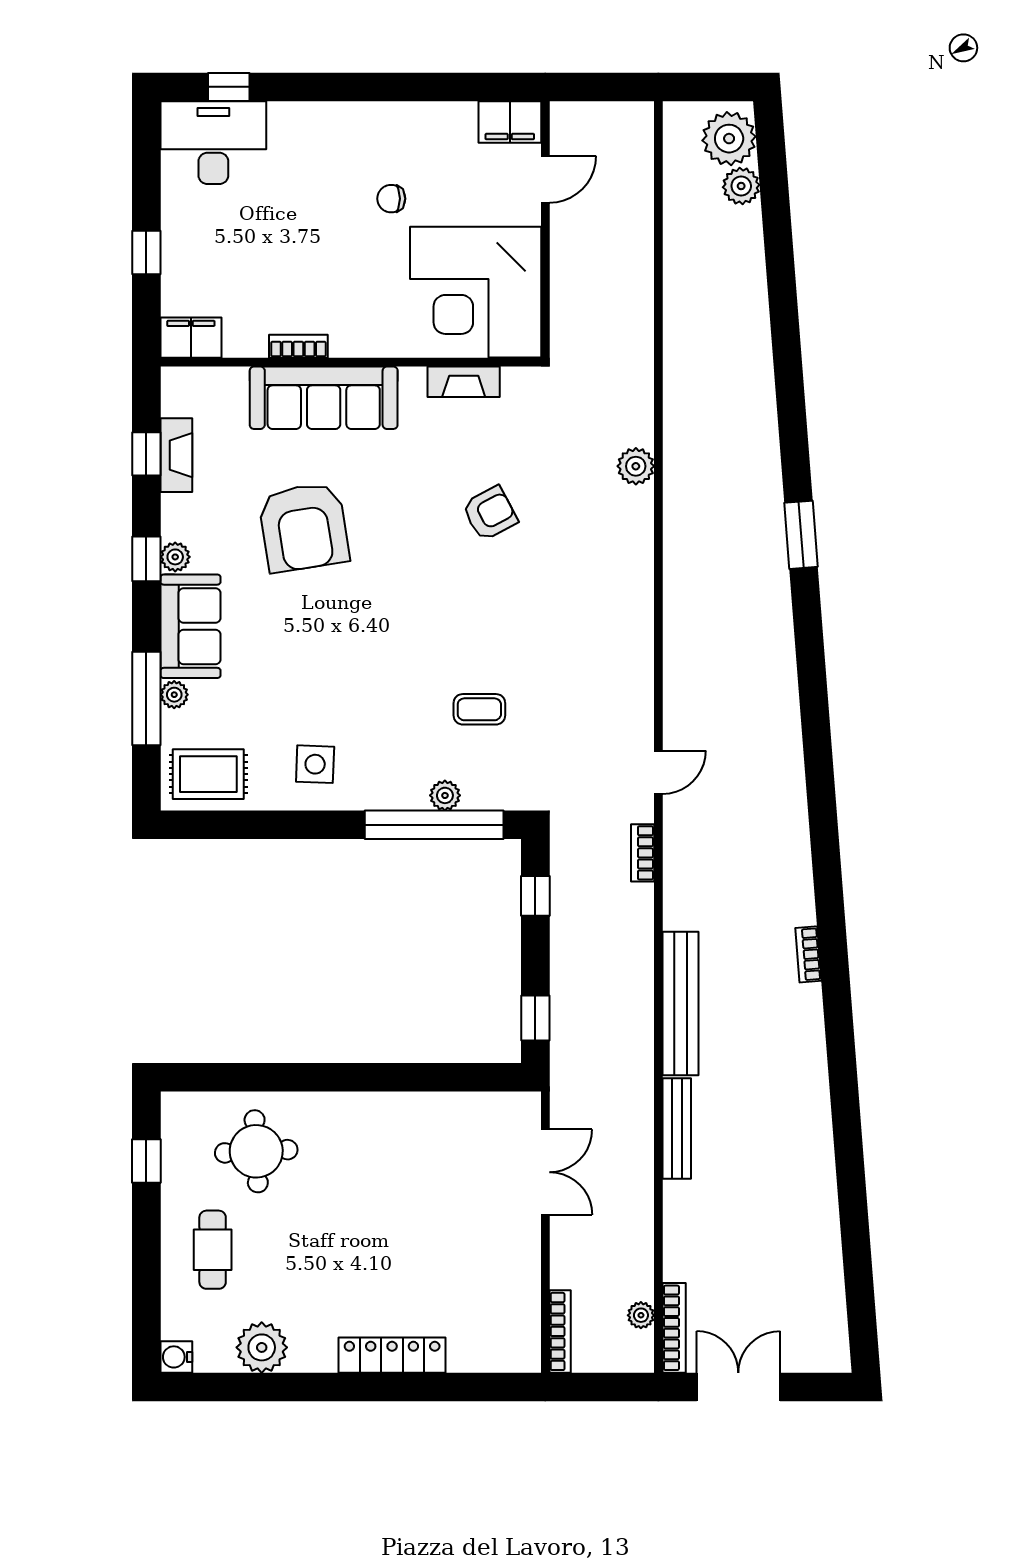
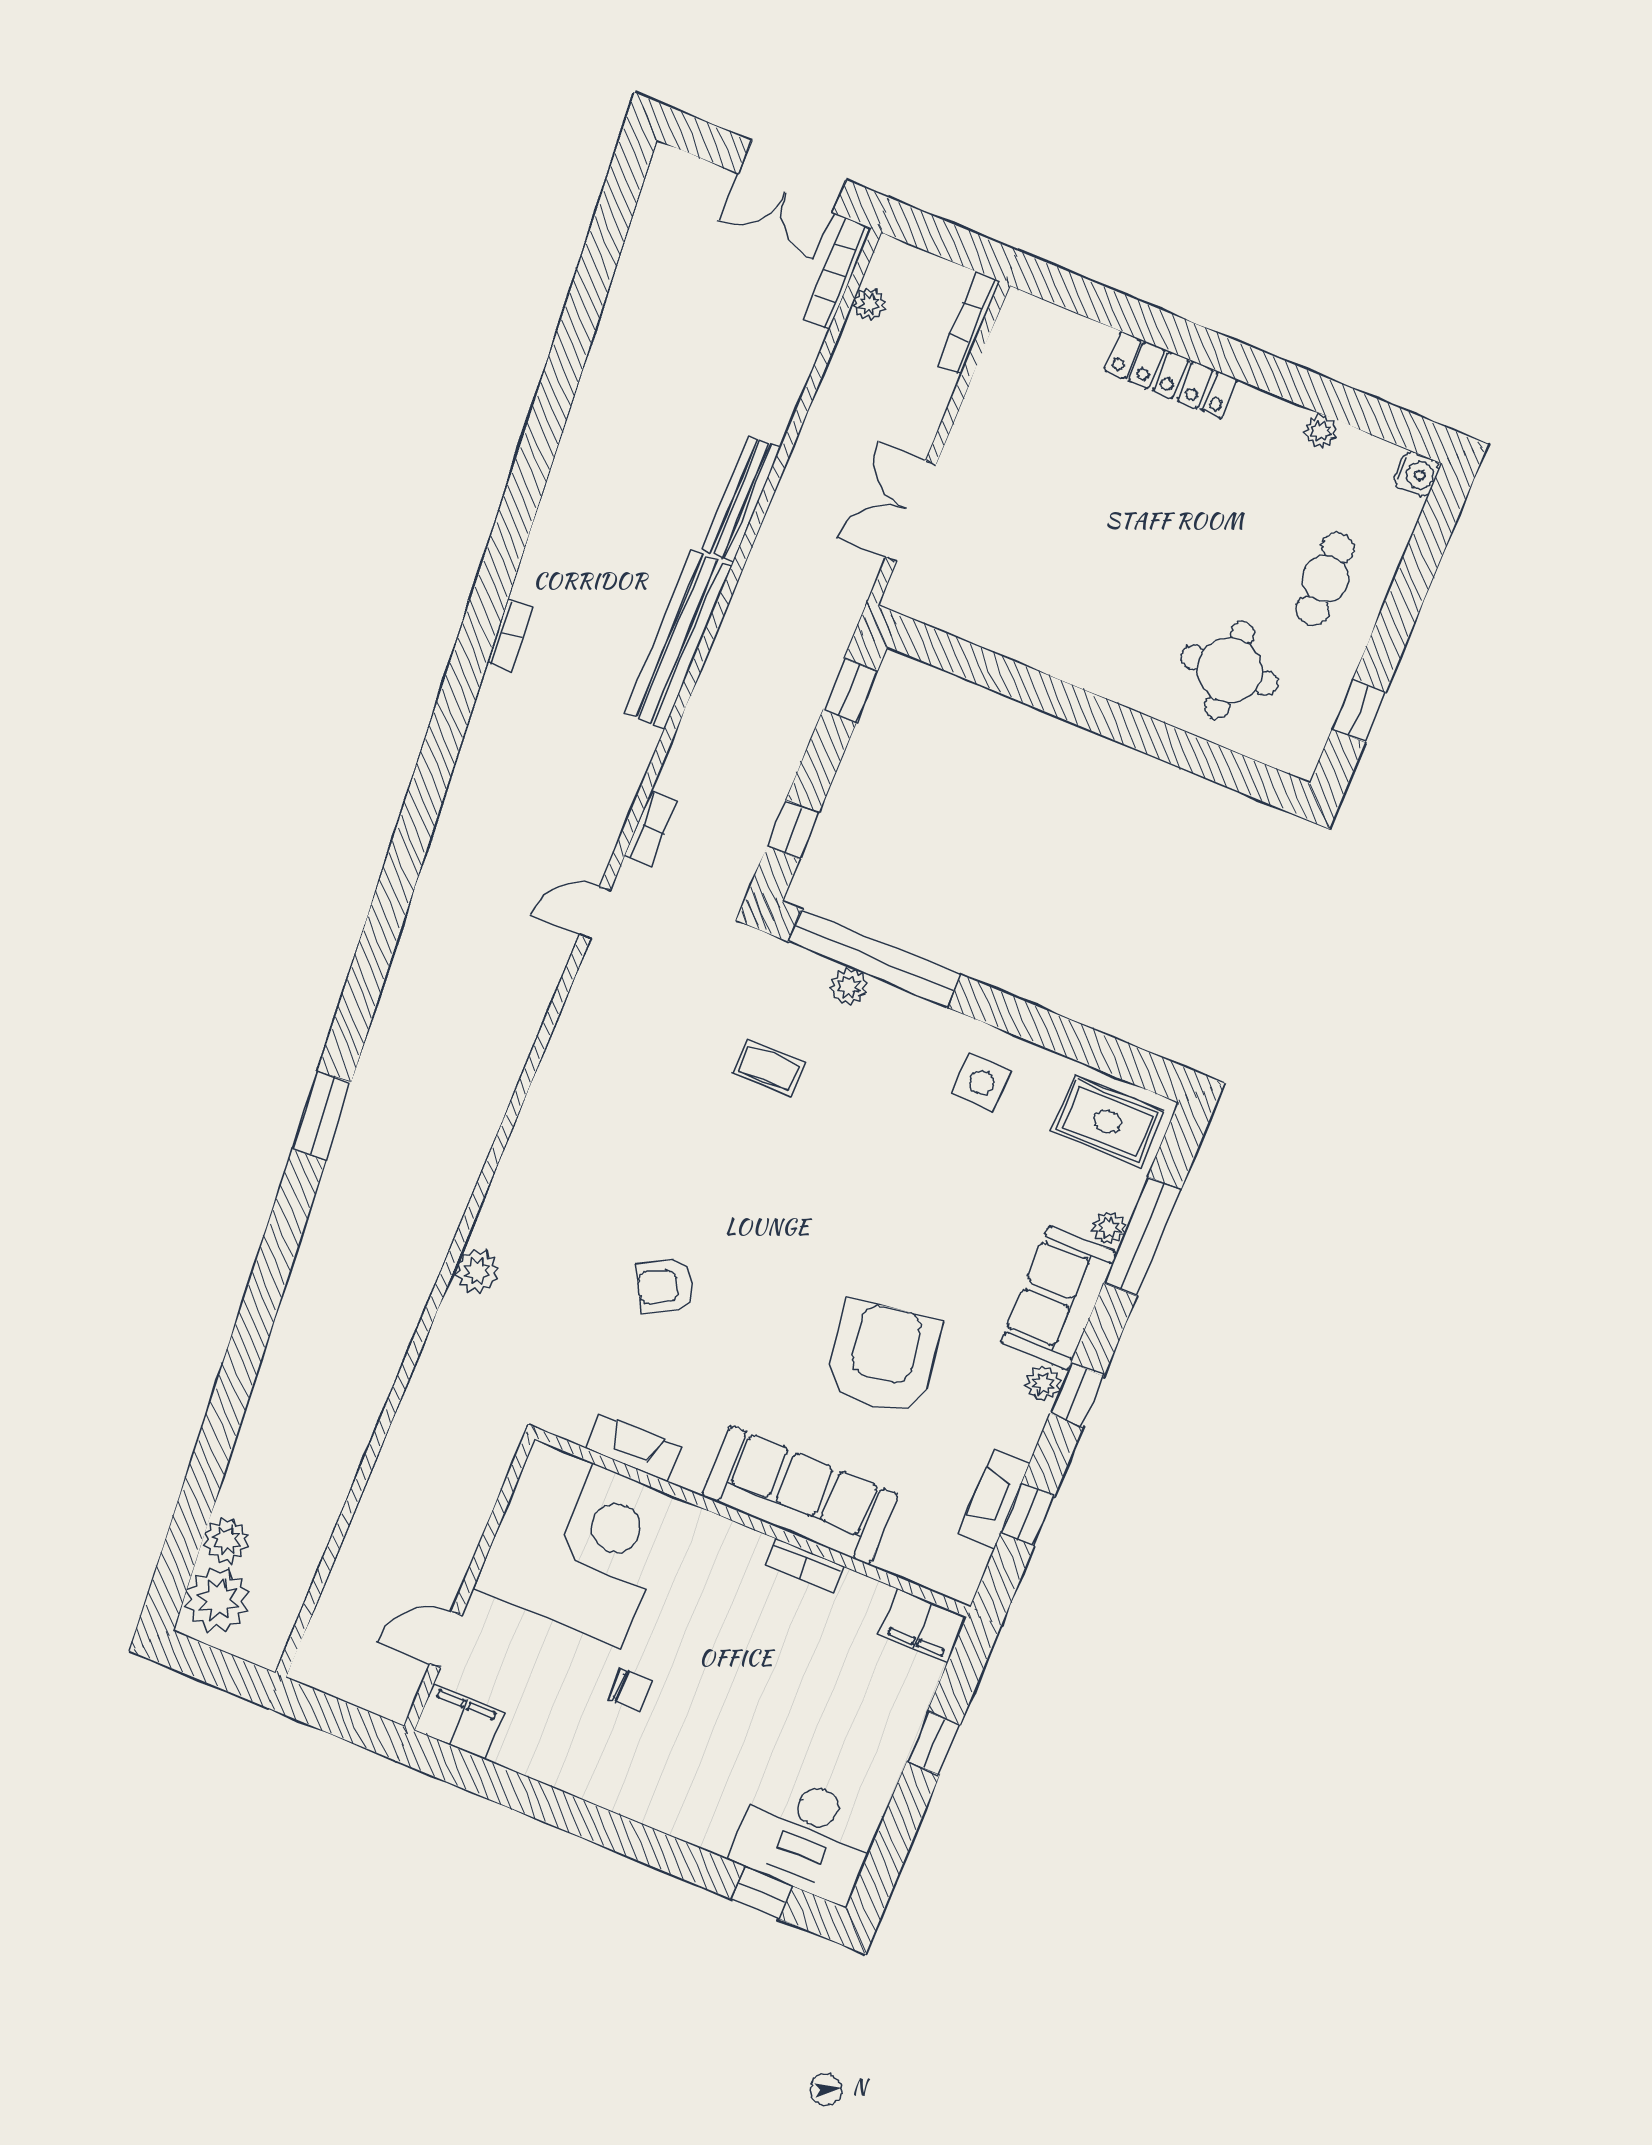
plant: (262, 1347) -> (1321, 431), width x0.53, depth x0.53

